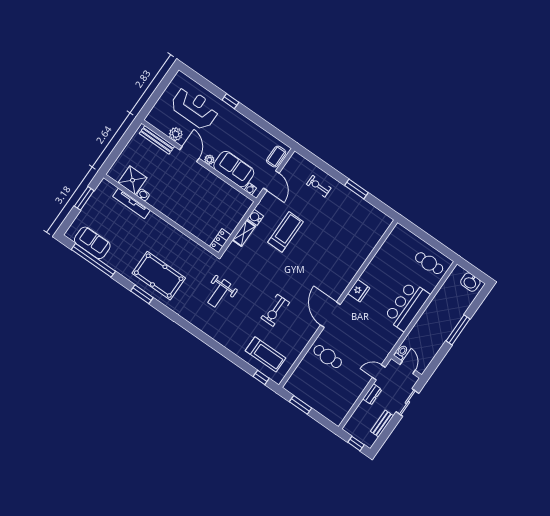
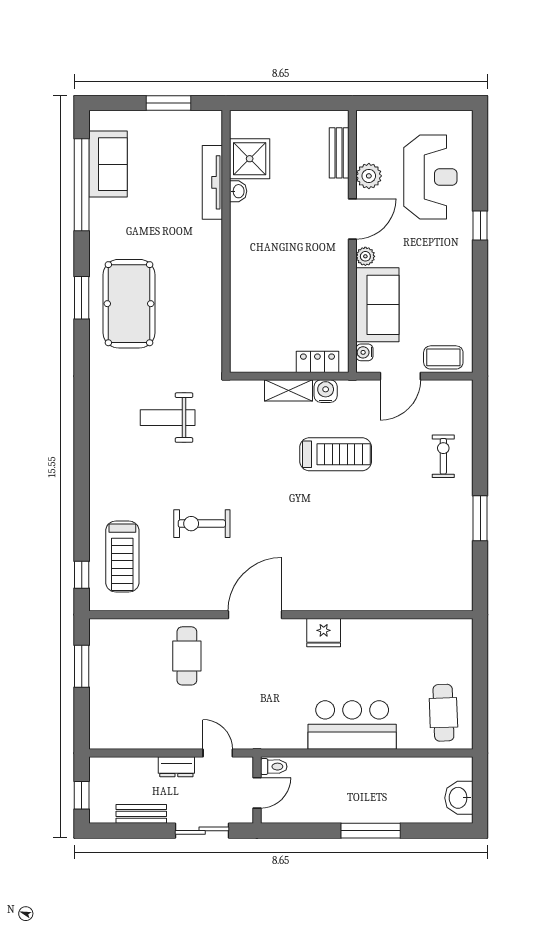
bench: (157, 140) -> (339, 153), width x0.73
locker: (220, 241) -> (317, 362), moved

